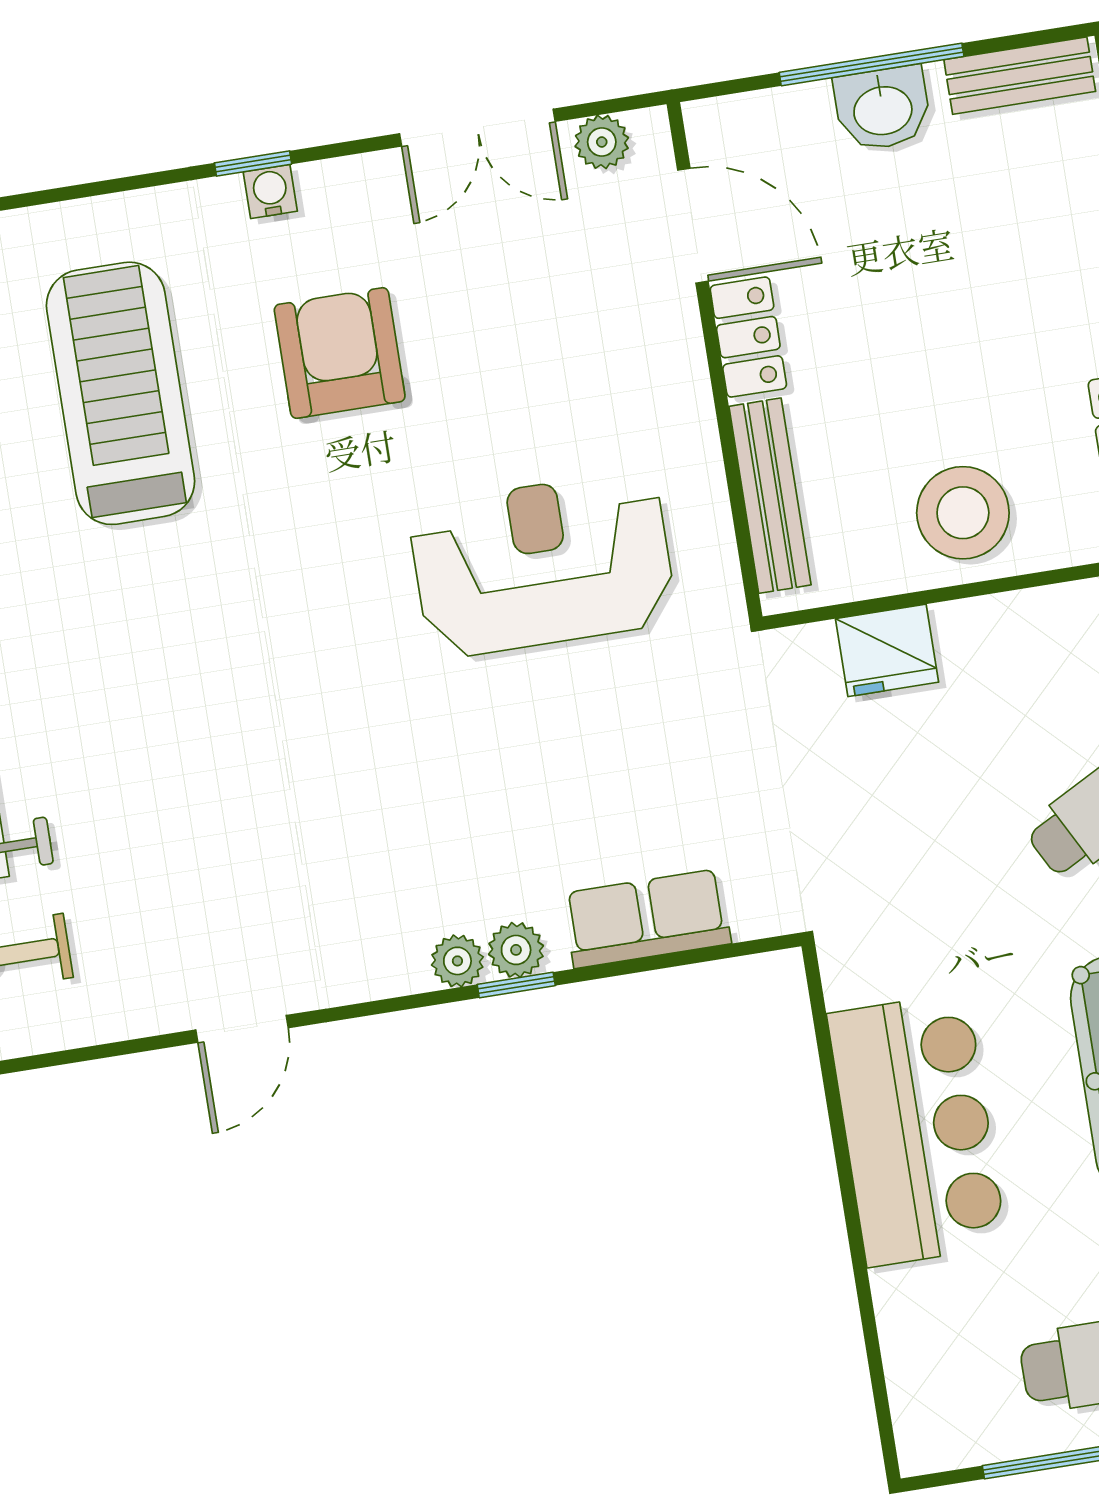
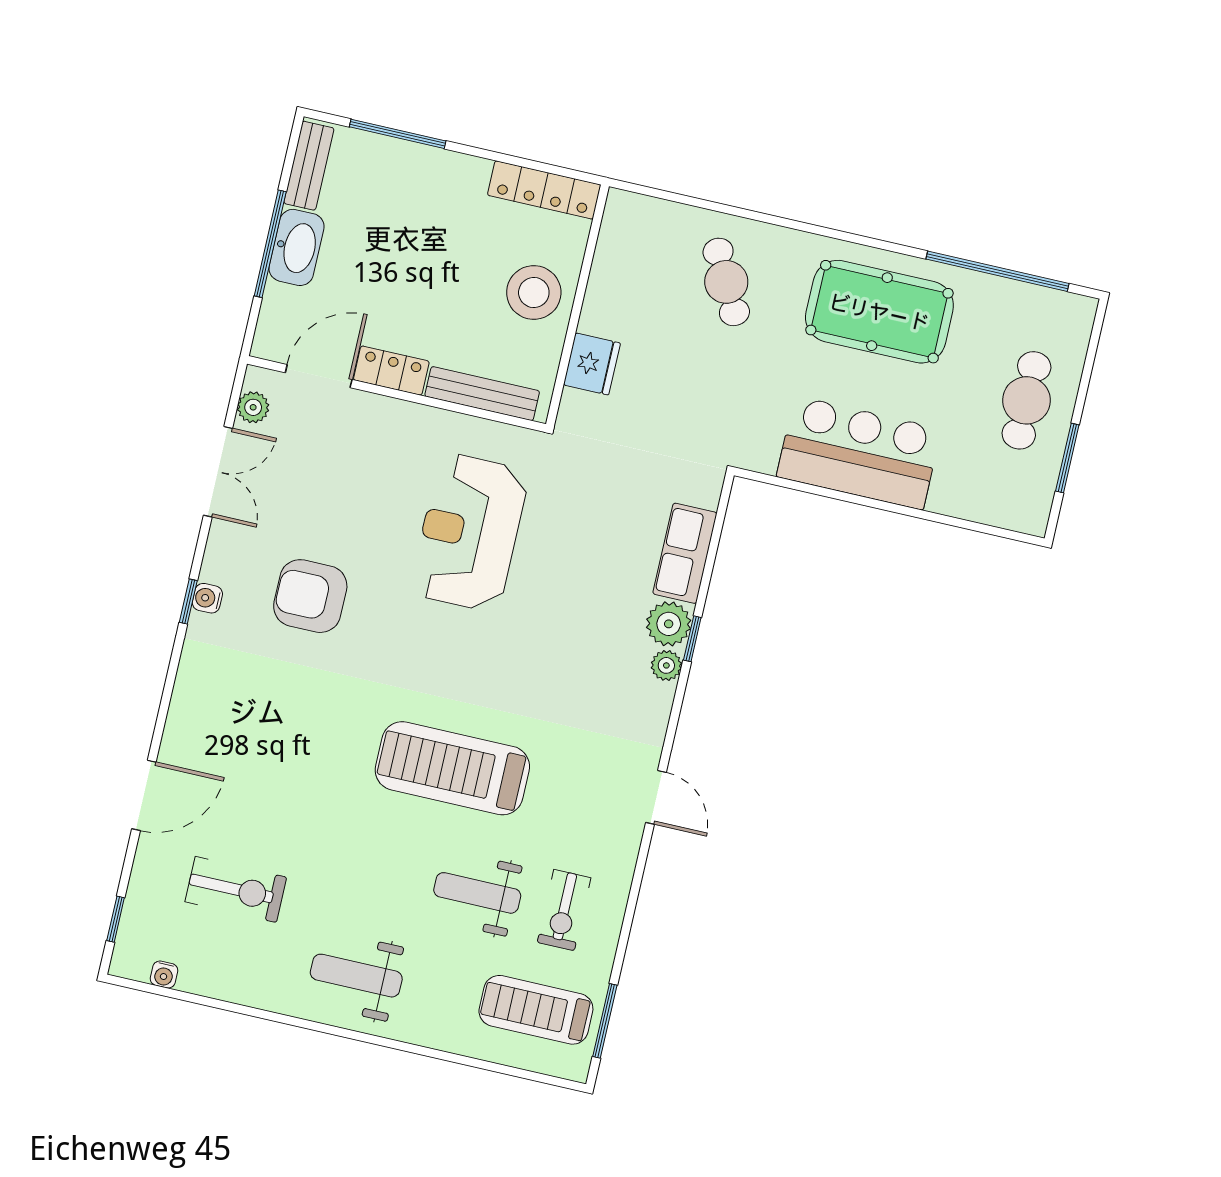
washbasin: (883, 108) -> (297, 247), width x1.38
treadmill: (121, 393) -> (452, 768), moved
plant: (516, 950) -> (669, 624), width x1.38, depth x1.38

